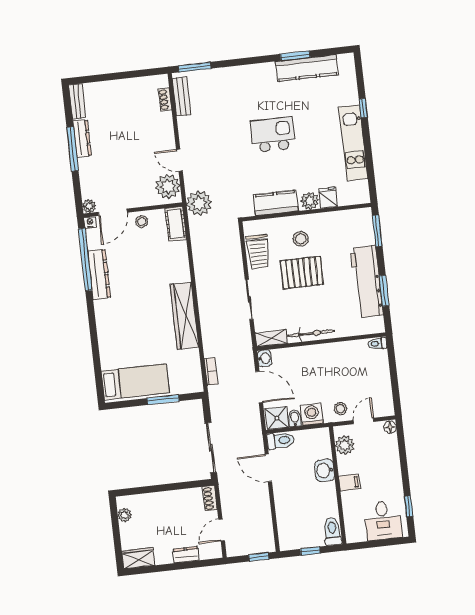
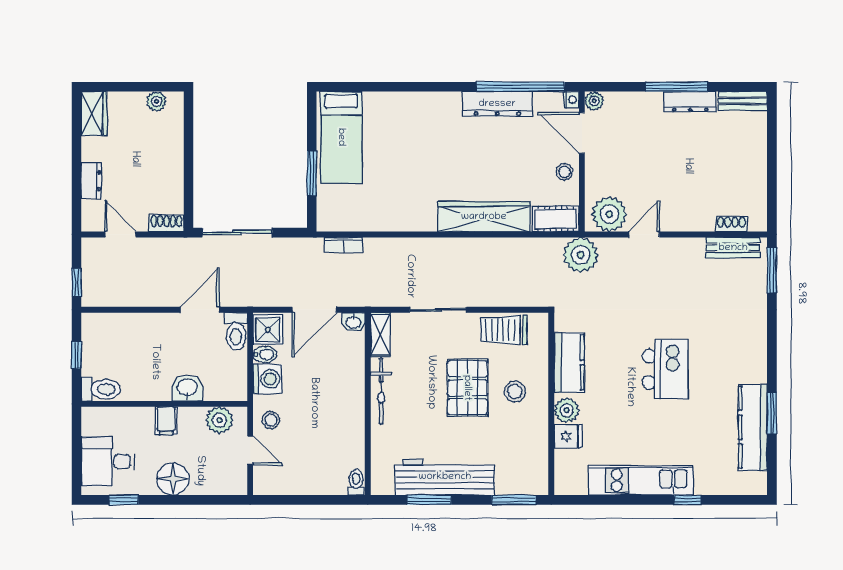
wardrobe: (184, 316) -> (484, 217), moved
floor lamp: (390, 427) -> (173, 479), moved, width x1.89, depth x1.89

